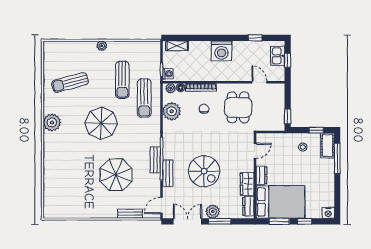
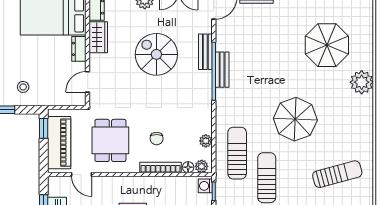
piano: (276, 106) -> (59, 143), added
plant: (172, 111) -> (206, 141), width x0.53, depth x0.53
plant: (52, 123) -> (362, 82), moved
parasol: (116, 175) -> (327, 45), moved

